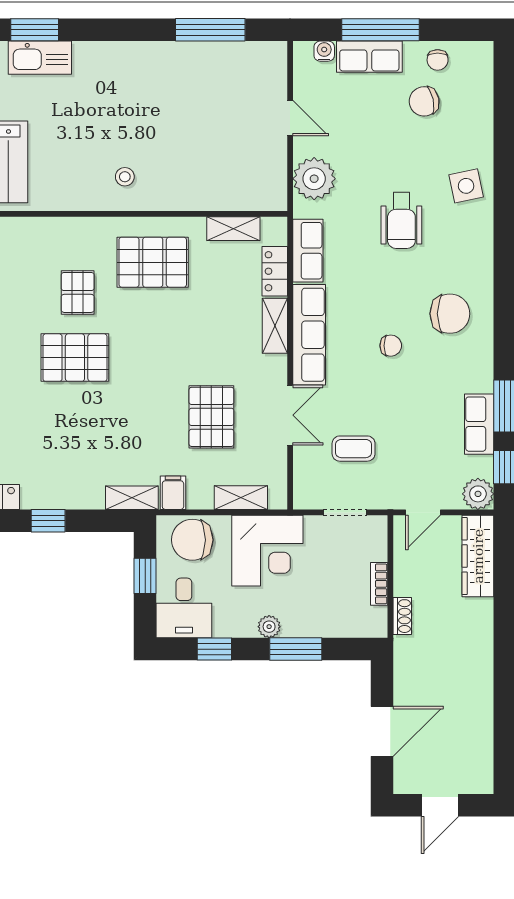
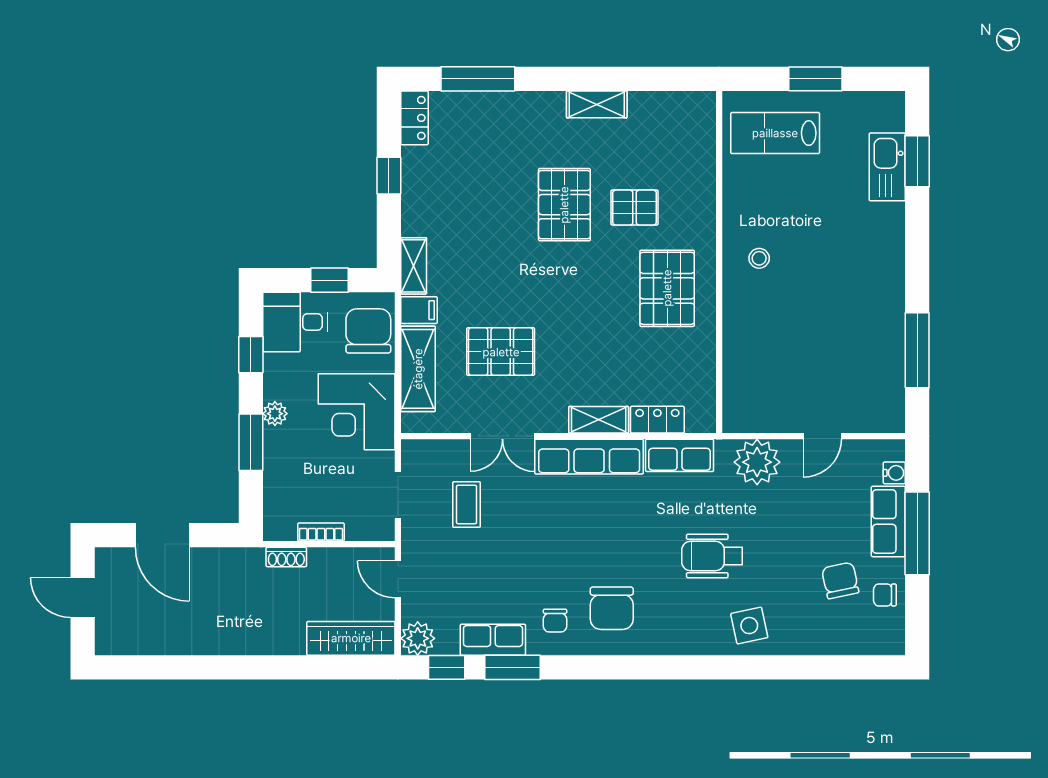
shelving: (233, 229) -> (703, 375), removed
chair: (391, 346) -> (555, 621), moved
shelving: (241, 498) -> (418, 369), width x1.50, depth x1.33

